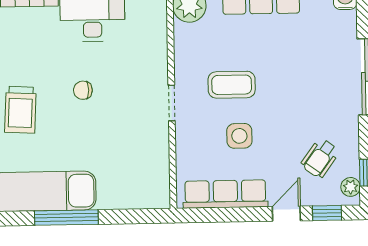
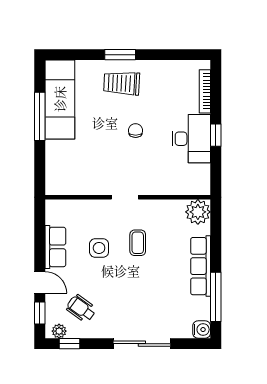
coffee table: (232, 85) -> (138, 243), width x0.73, depth x0.77
row of seats: (225, 194) -> (55, 247), width x0.68

